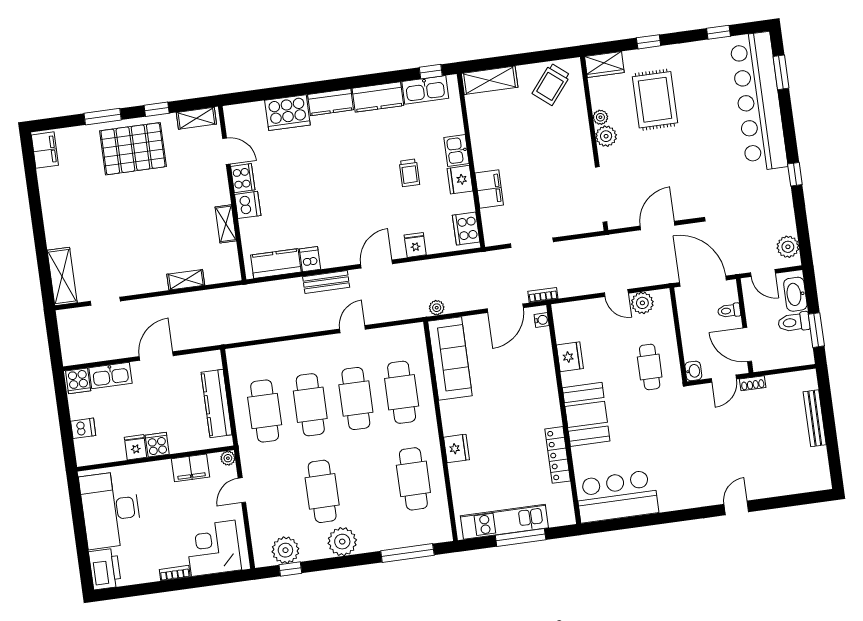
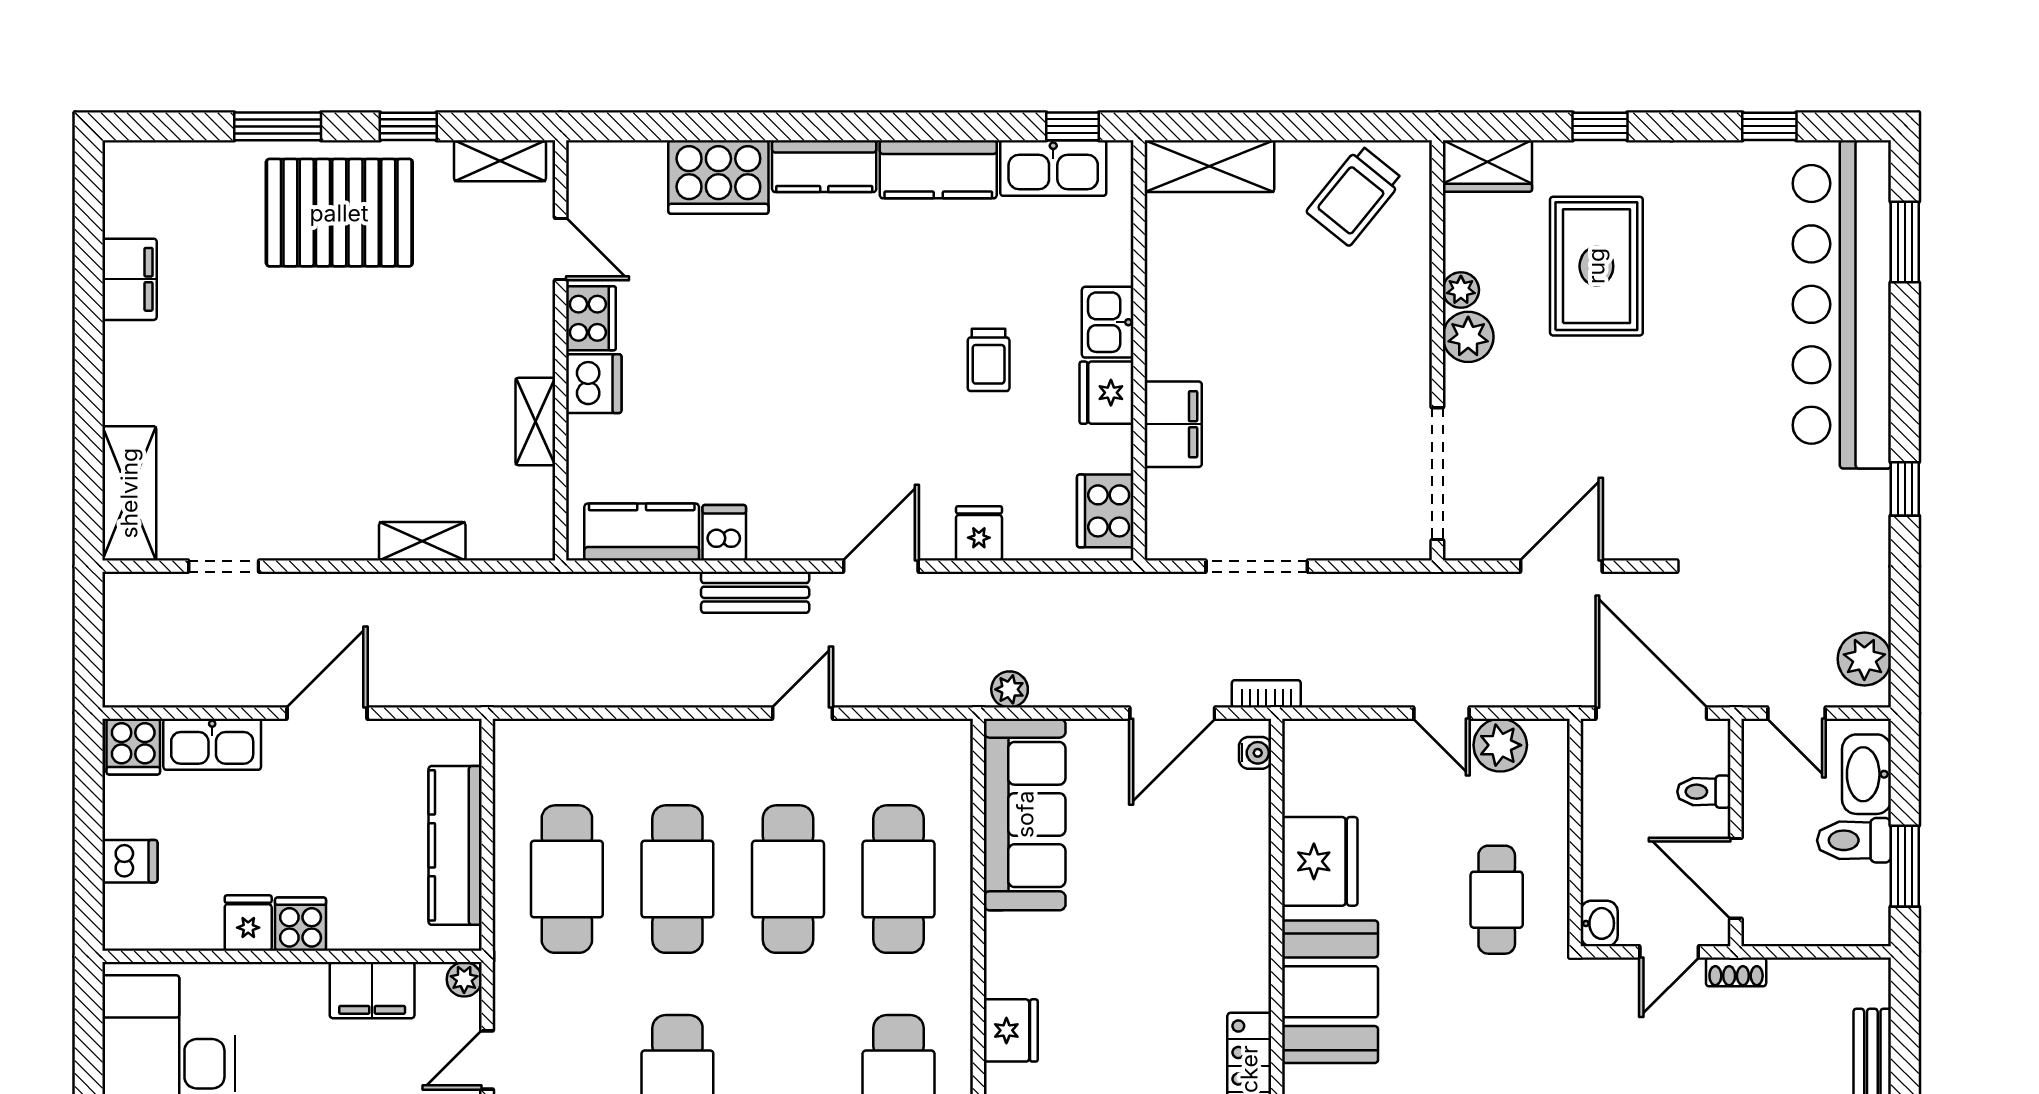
filing cabinet: (45, 150) -> (129, 279), moved
fridge: (570, 357) -> (1320, 861), width x1.36, depth x1.34

